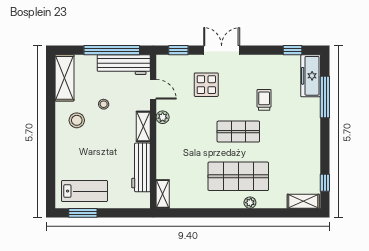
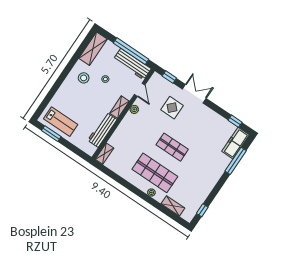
trolley: (264, 100) -> (199, 139), removed
shelving: (303, 201) -> (173, 206), moved

